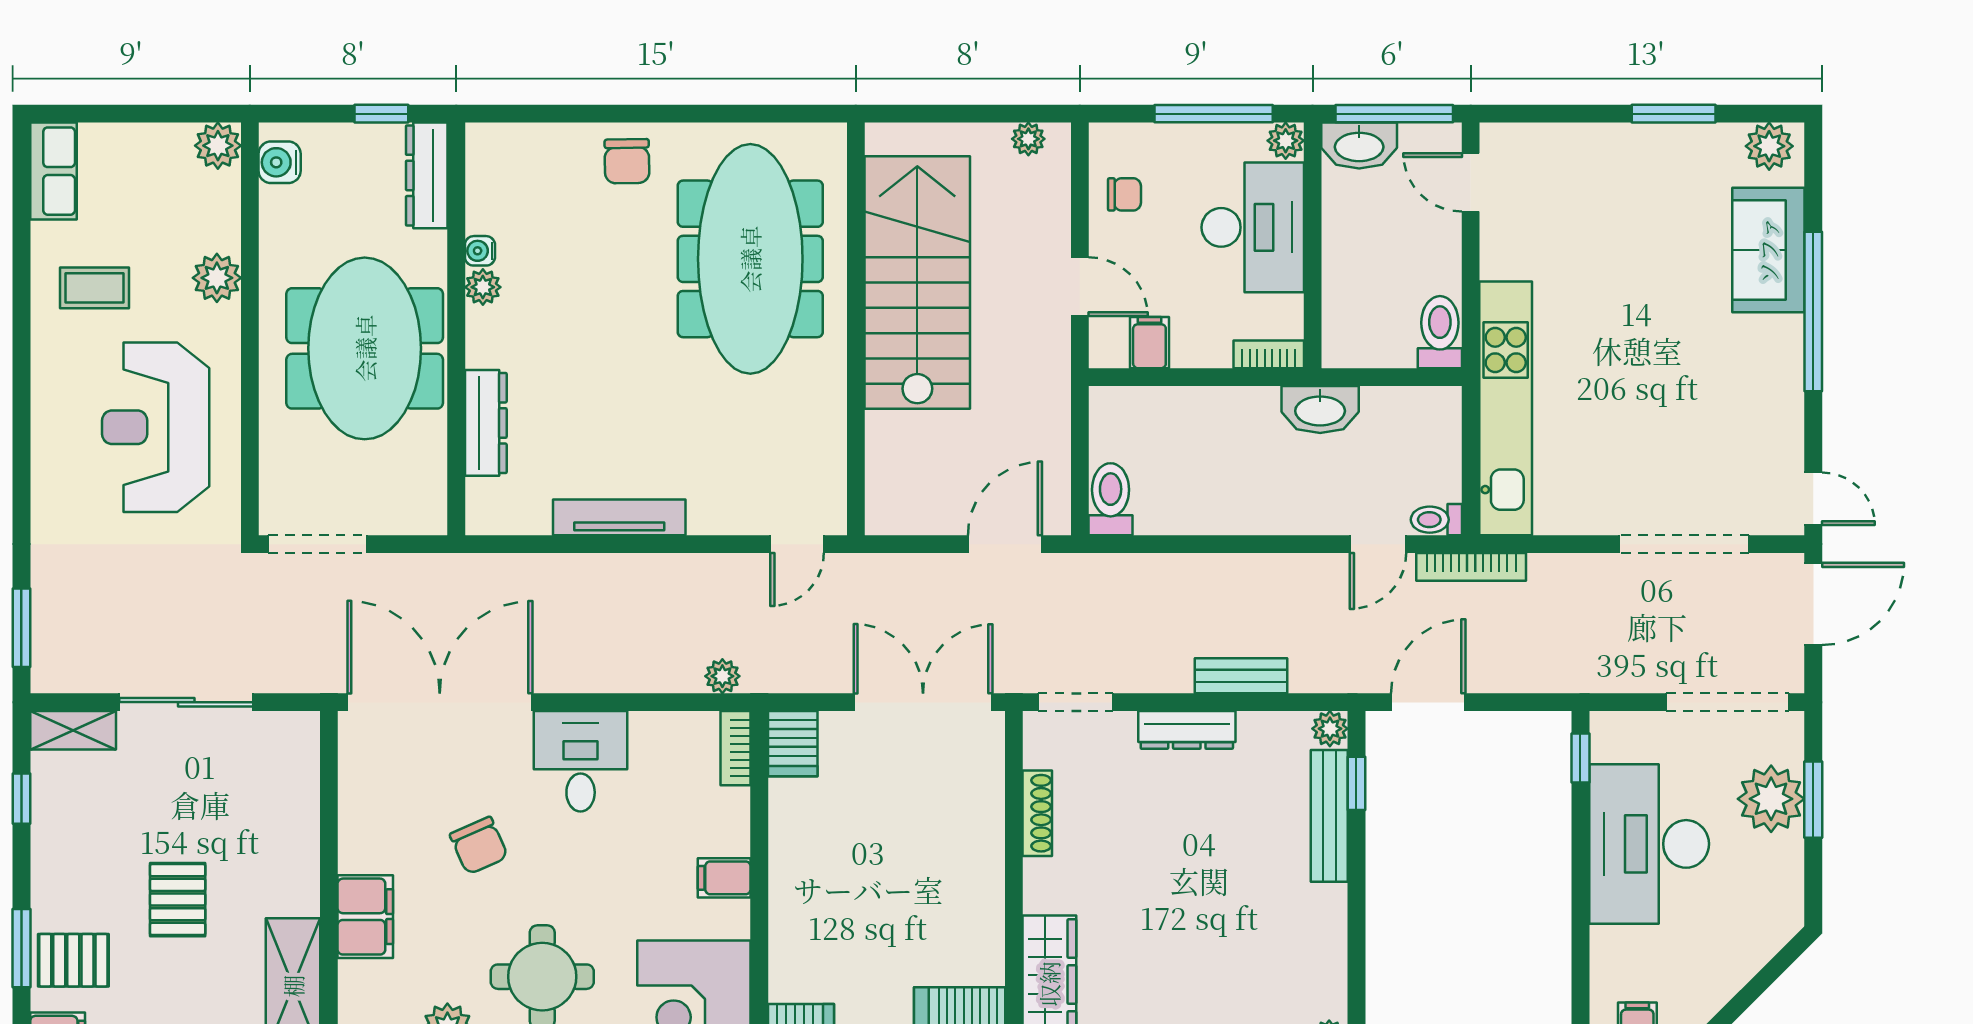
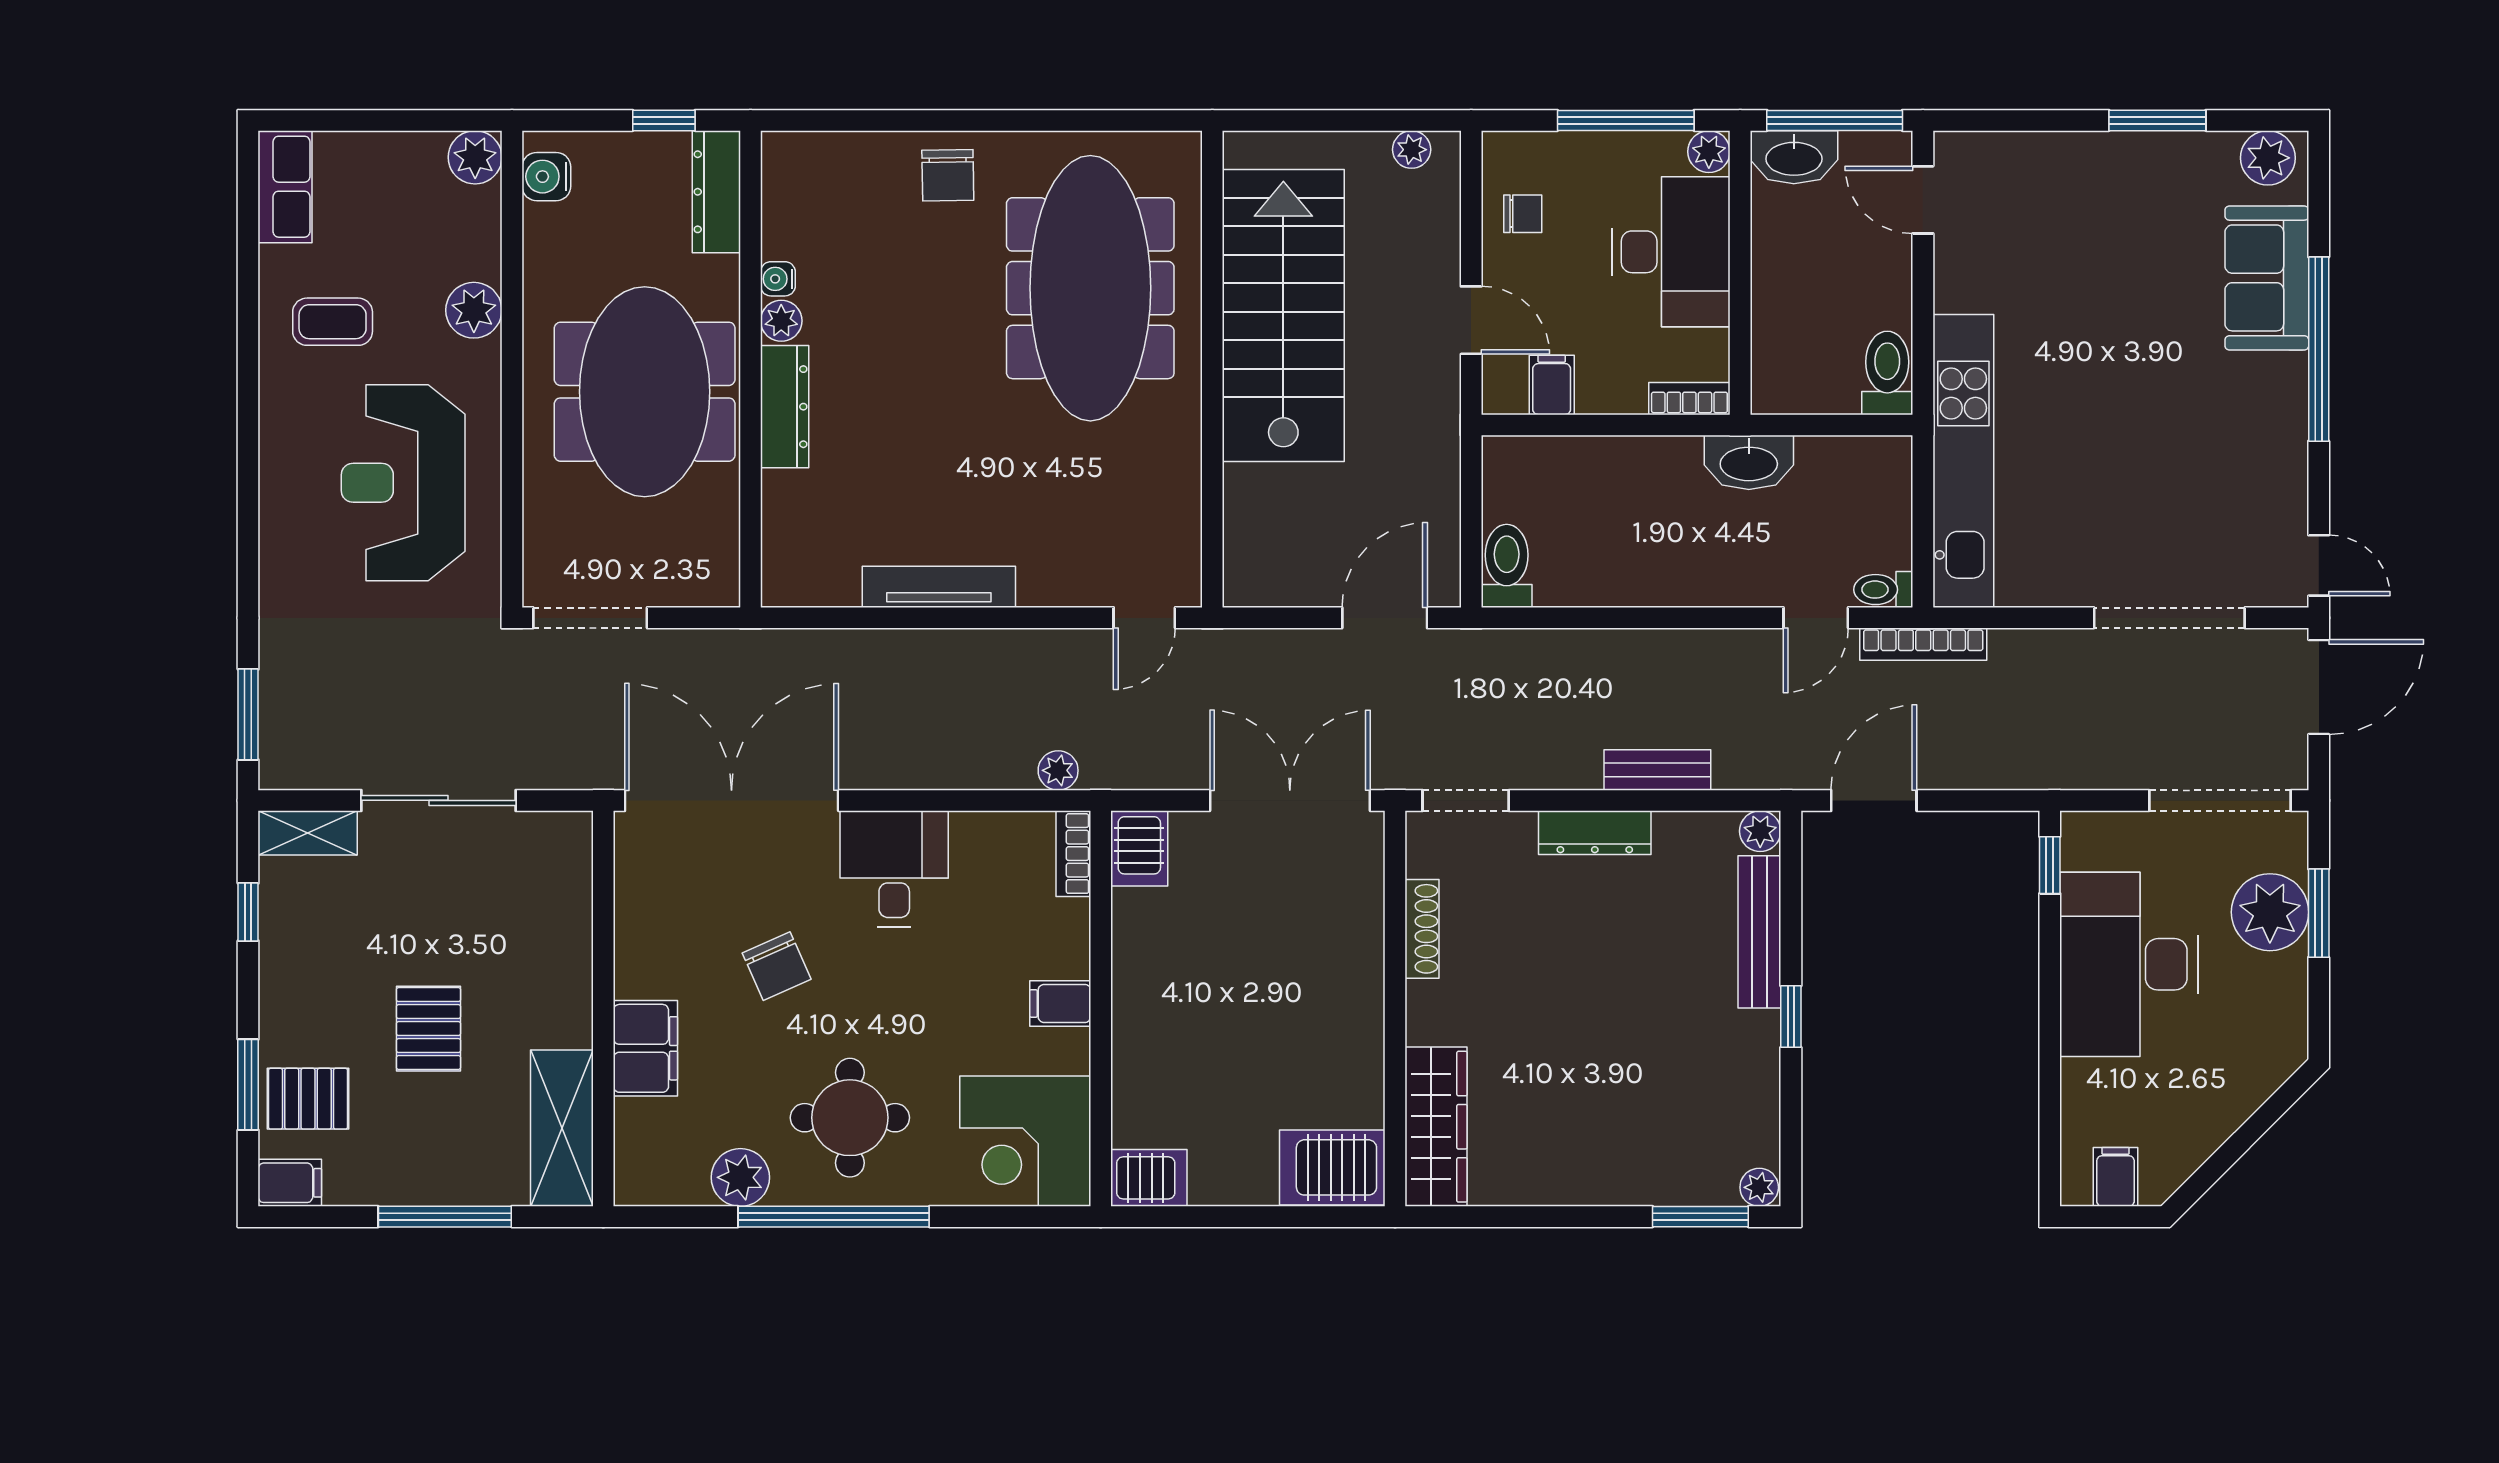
dresser: (486, 423) -> (785, 407), moved
window: (1356, 783) -> (1791, 1017), moved

